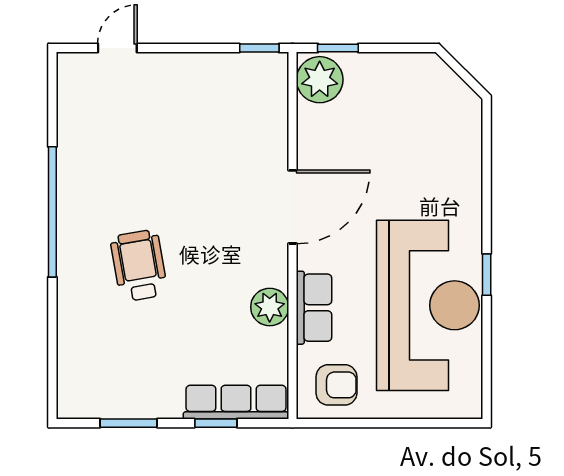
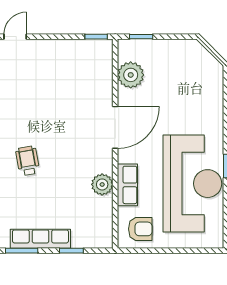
plant: (320, 80) -> (131, 75), moved
wheelchair: (139, 266) -> (28, 161), width x0.73, depth x0.73
row of seats: (236, 402) -> (40, 239), moved

